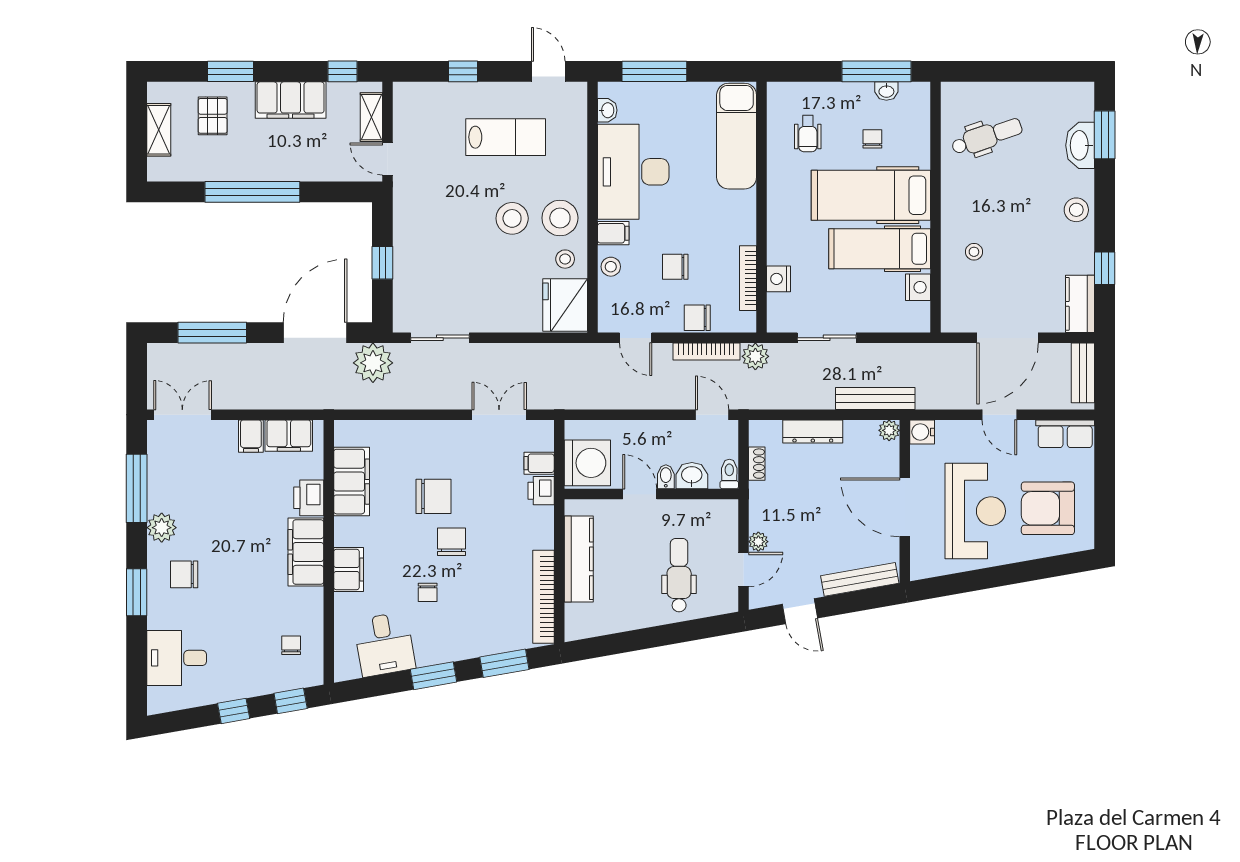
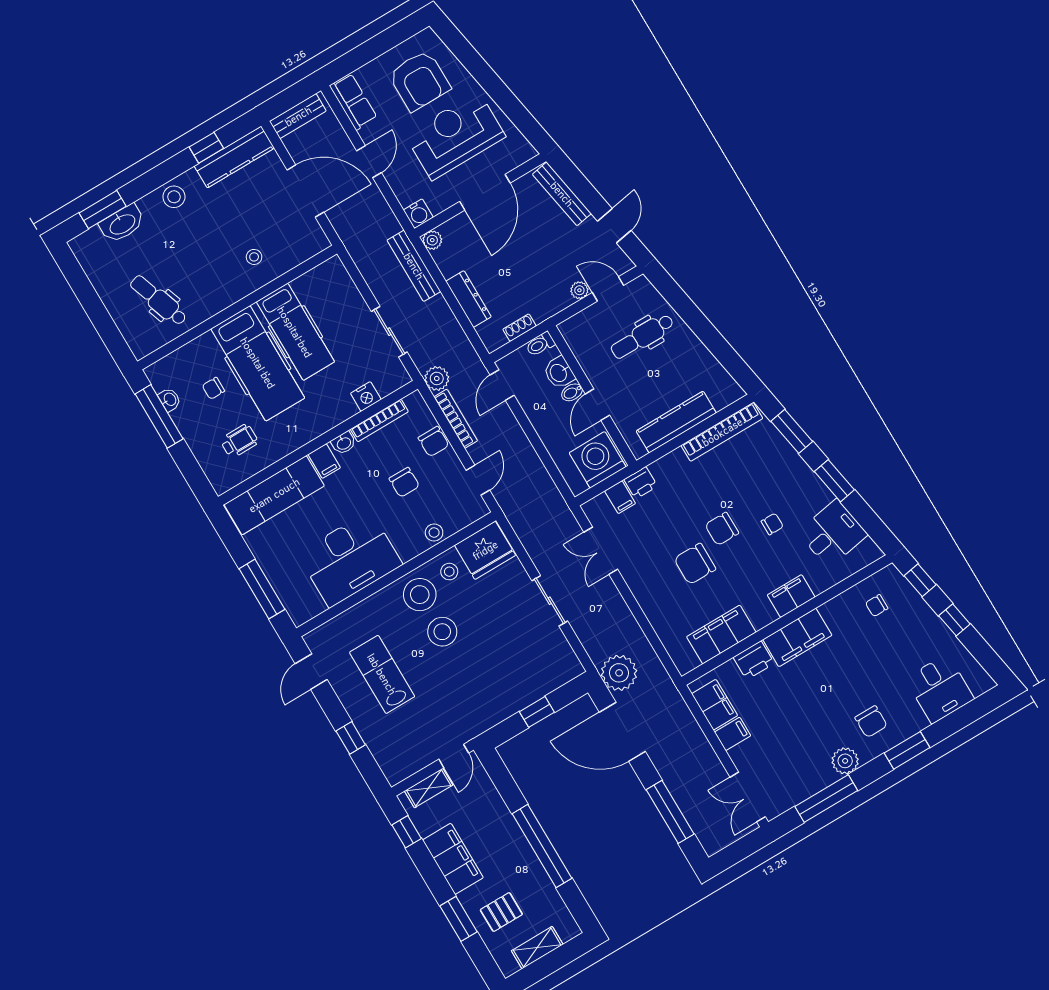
washbasin: (607, 110) -> (344, 443), moved, turned 180
filing cabinet: (613, 233) -> (324, 461), moved, turned 180
nightstand: (918, 287) -> (308, 284), removed
kitchen counter: (1080, 304) -> (234, 157), width x1.50
sliding door: (440, 338) -> (550, 601), moved
chair: (434, 496) -> (695, 564), turned -90

